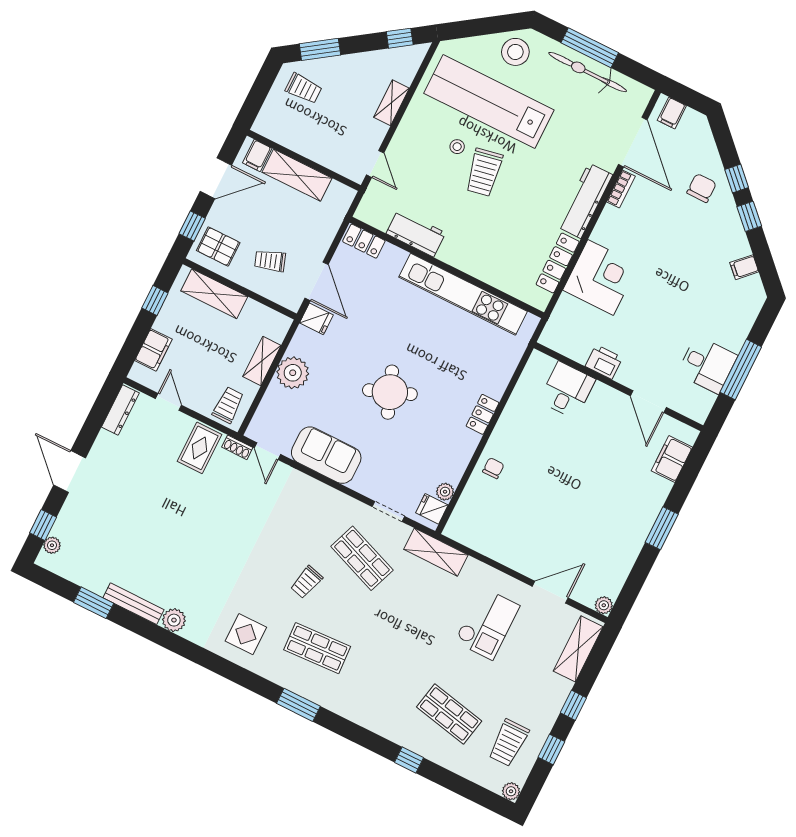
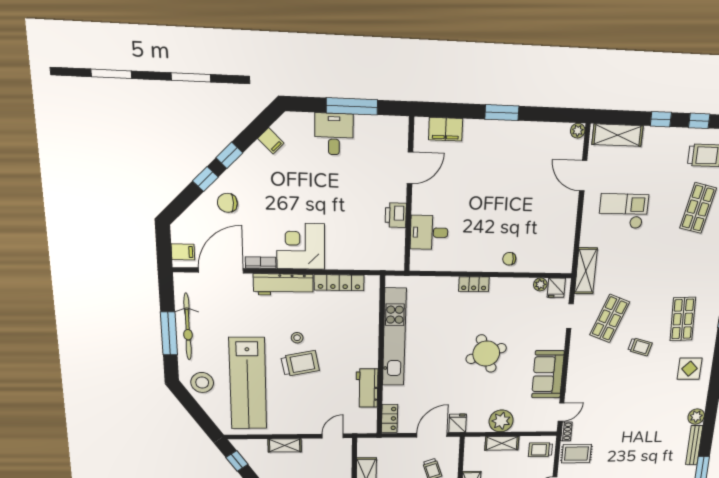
stool: (457, 147) -> (297, 338), moved
corner desk: (601, 277) -> (301, 246), moved
desk: (707, 365) -> (334, 134), moved

